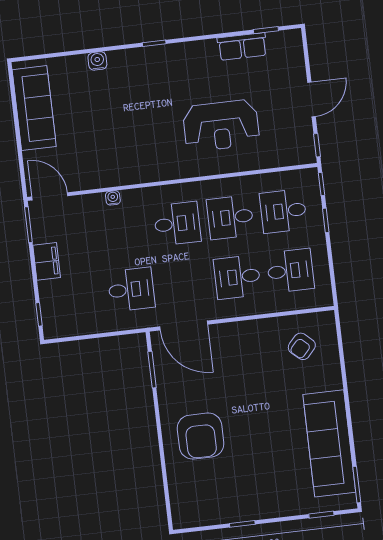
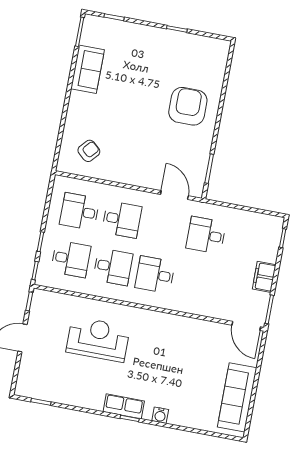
row of seats: (242, 46) -> (124, 406), moved
water cooler: (97, 61) -> (160, 415), moved
water cooler: (113, 198) -> (198, 310), removed
door: (184, 326) -> (174, 195), width x0.73
sofa: (329, 443) -> (88, 69), width x0.54, depth x0.79

